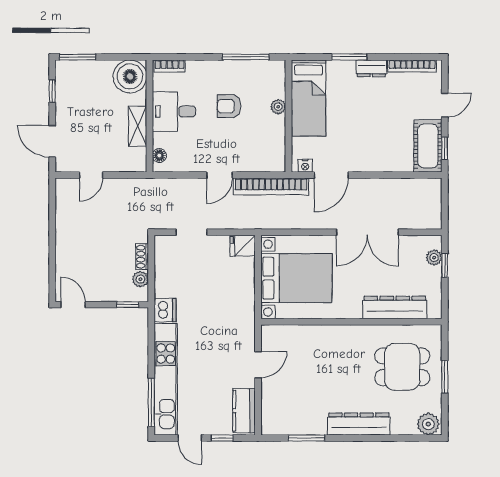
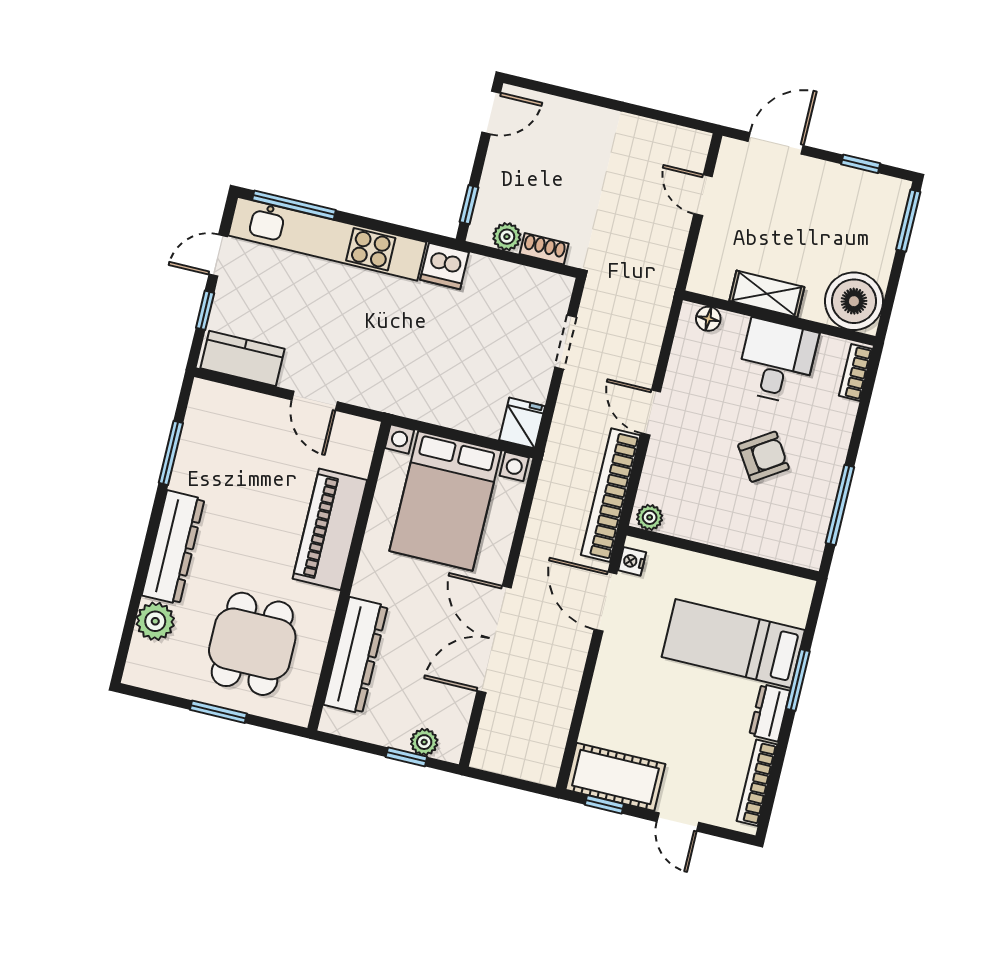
bed: (309, 98) -> (733, 643), moved
armchair: (229, 106) -> (764, 457), turned 57
plant: (278, 107) -> (650, 517), moved
piano: (328, 339) -> (330, 529), added
plant: (428, 424) -> (155, 621), moved

